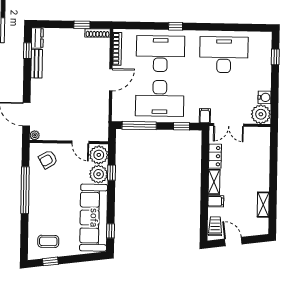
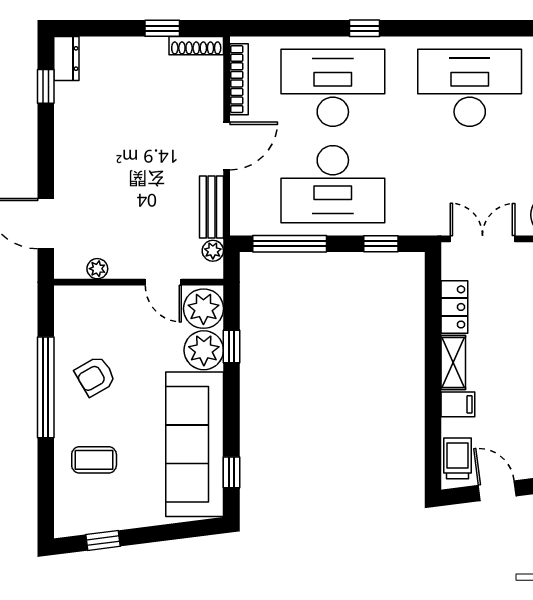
bench: (37, 64) -> (211, 207), moved
filing cabinet: (205, 116) -> (431, 220), removed
double door: (229, 125) -> (483, 239), swing flipped
plant: (104, 128) -> (213, 251), added
plant: (35, 135) -> (97, 269), moved
armchair: (48, 159) -> (95, 376), moved
coffee table: (48, 241) -> (94, 460), moved

